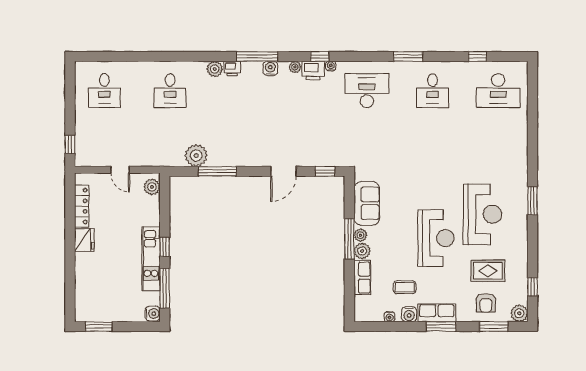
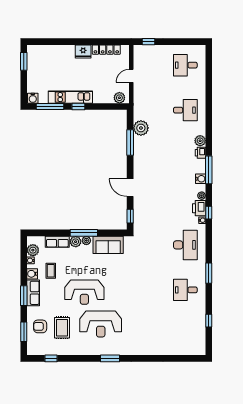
desk: (170, 91) -> (185, 110), turned 180
desk: (498, 91) -> (185, 335), removed
plant: (519, 313) -> (33, 250), moved

